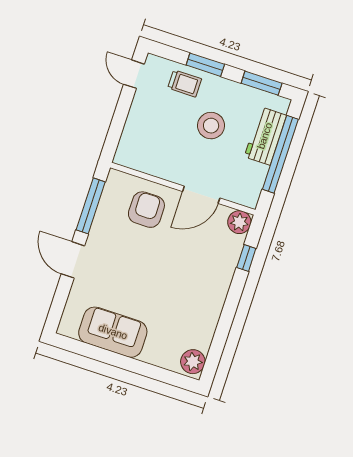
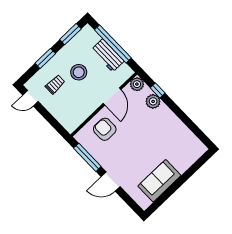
trolley: (185, 83) -> (55, 84), moved
workbench: (265, 136) -> (108, 55), moved
plant: (193, 362) -> (153, 101), moved

